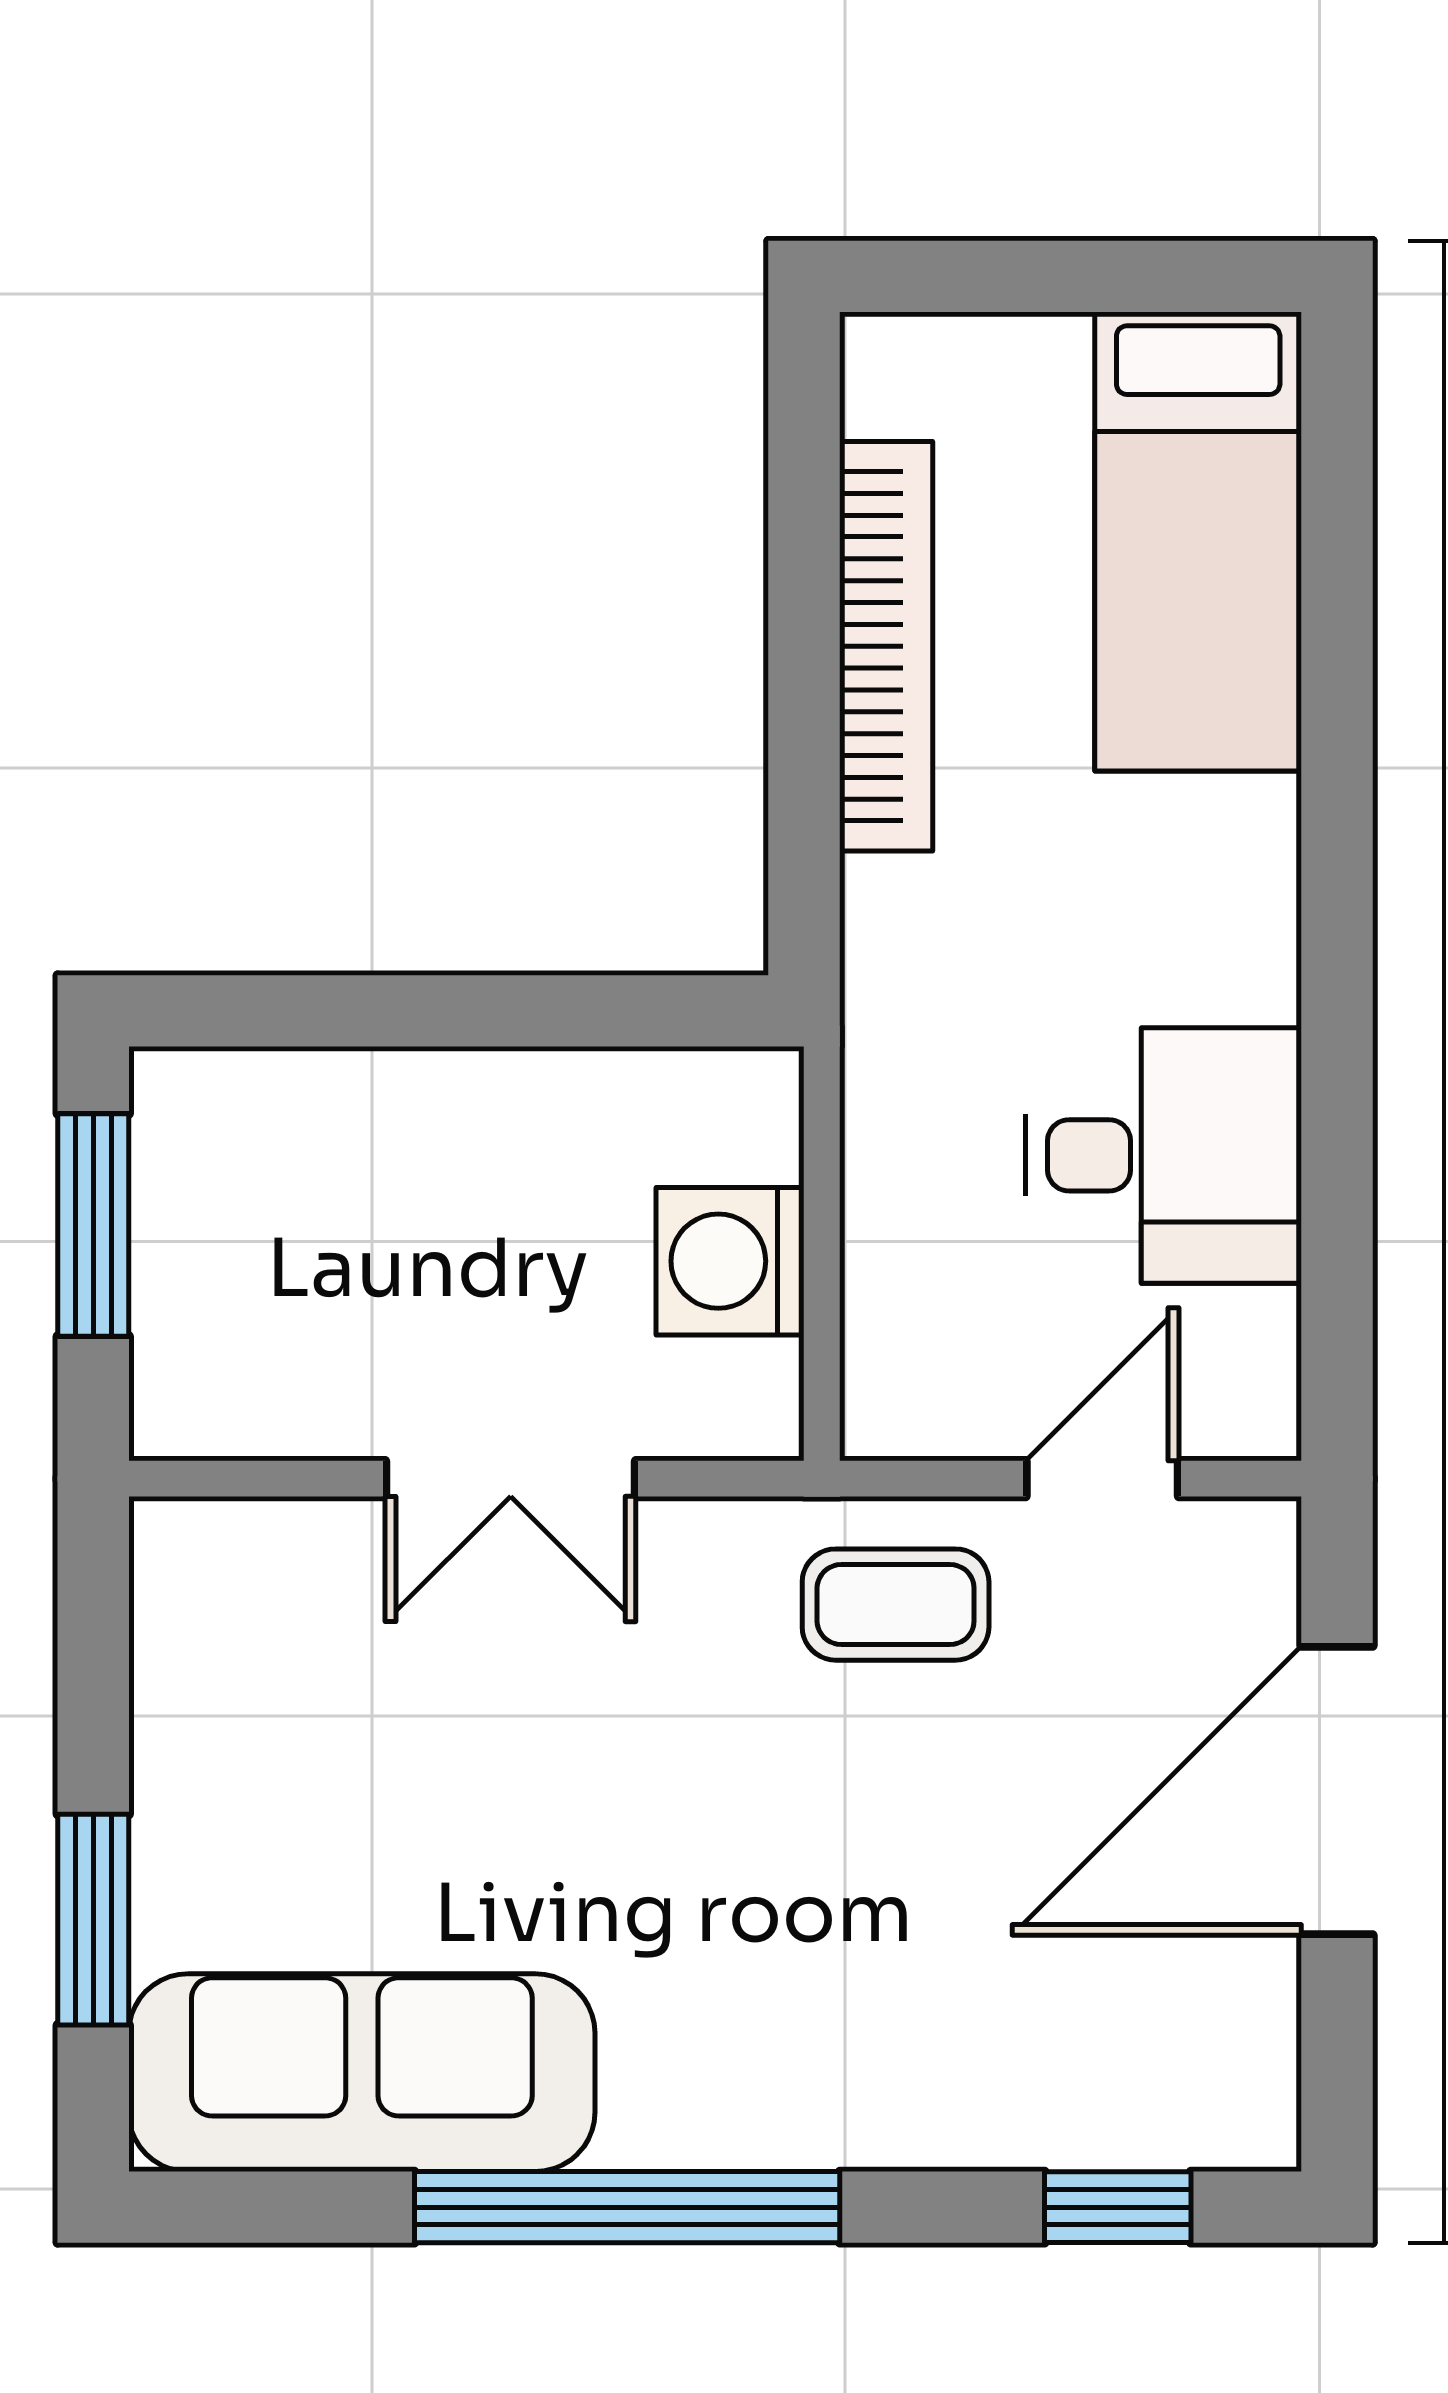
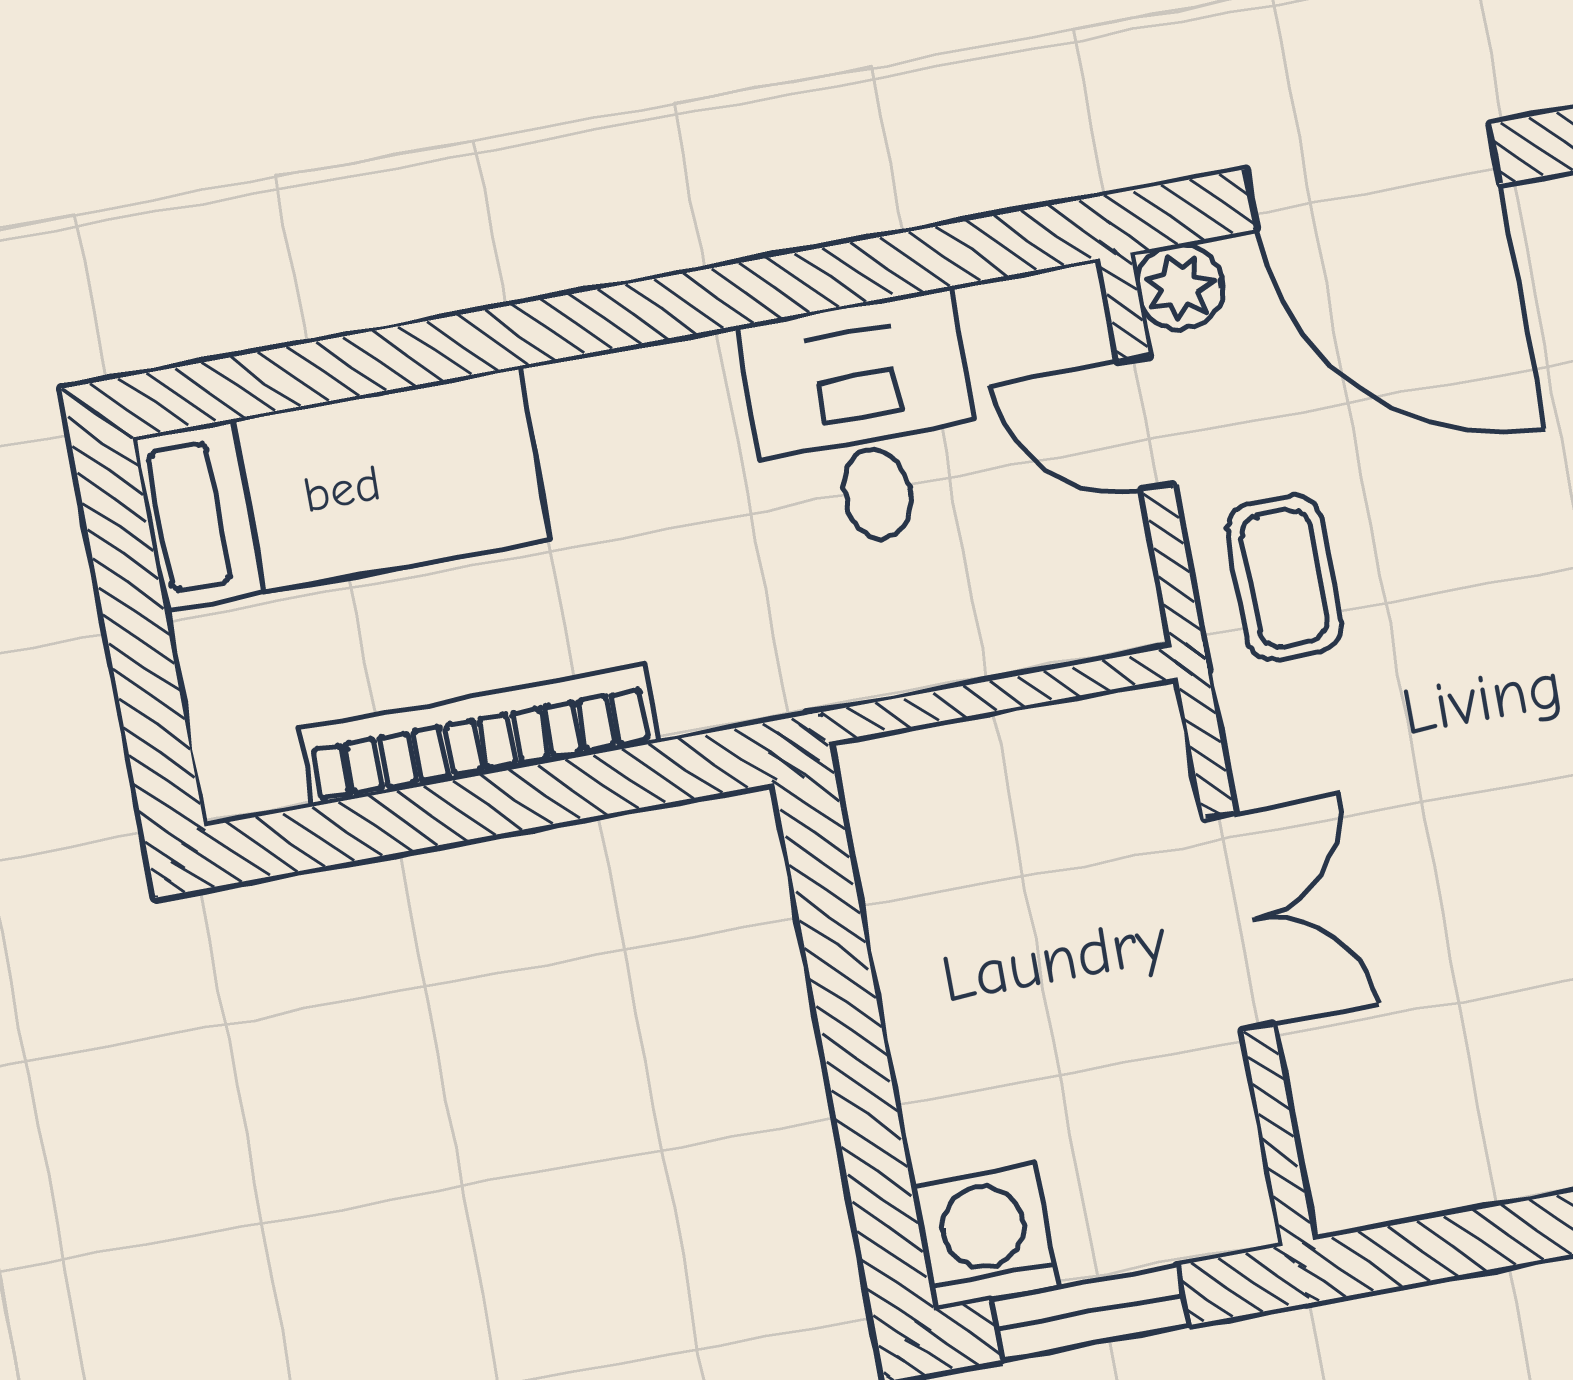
washing machine: (730, 1261) -> (985, 1237), moved, turned 180
plant: (1251, 1546) -> (1180, 287), added

